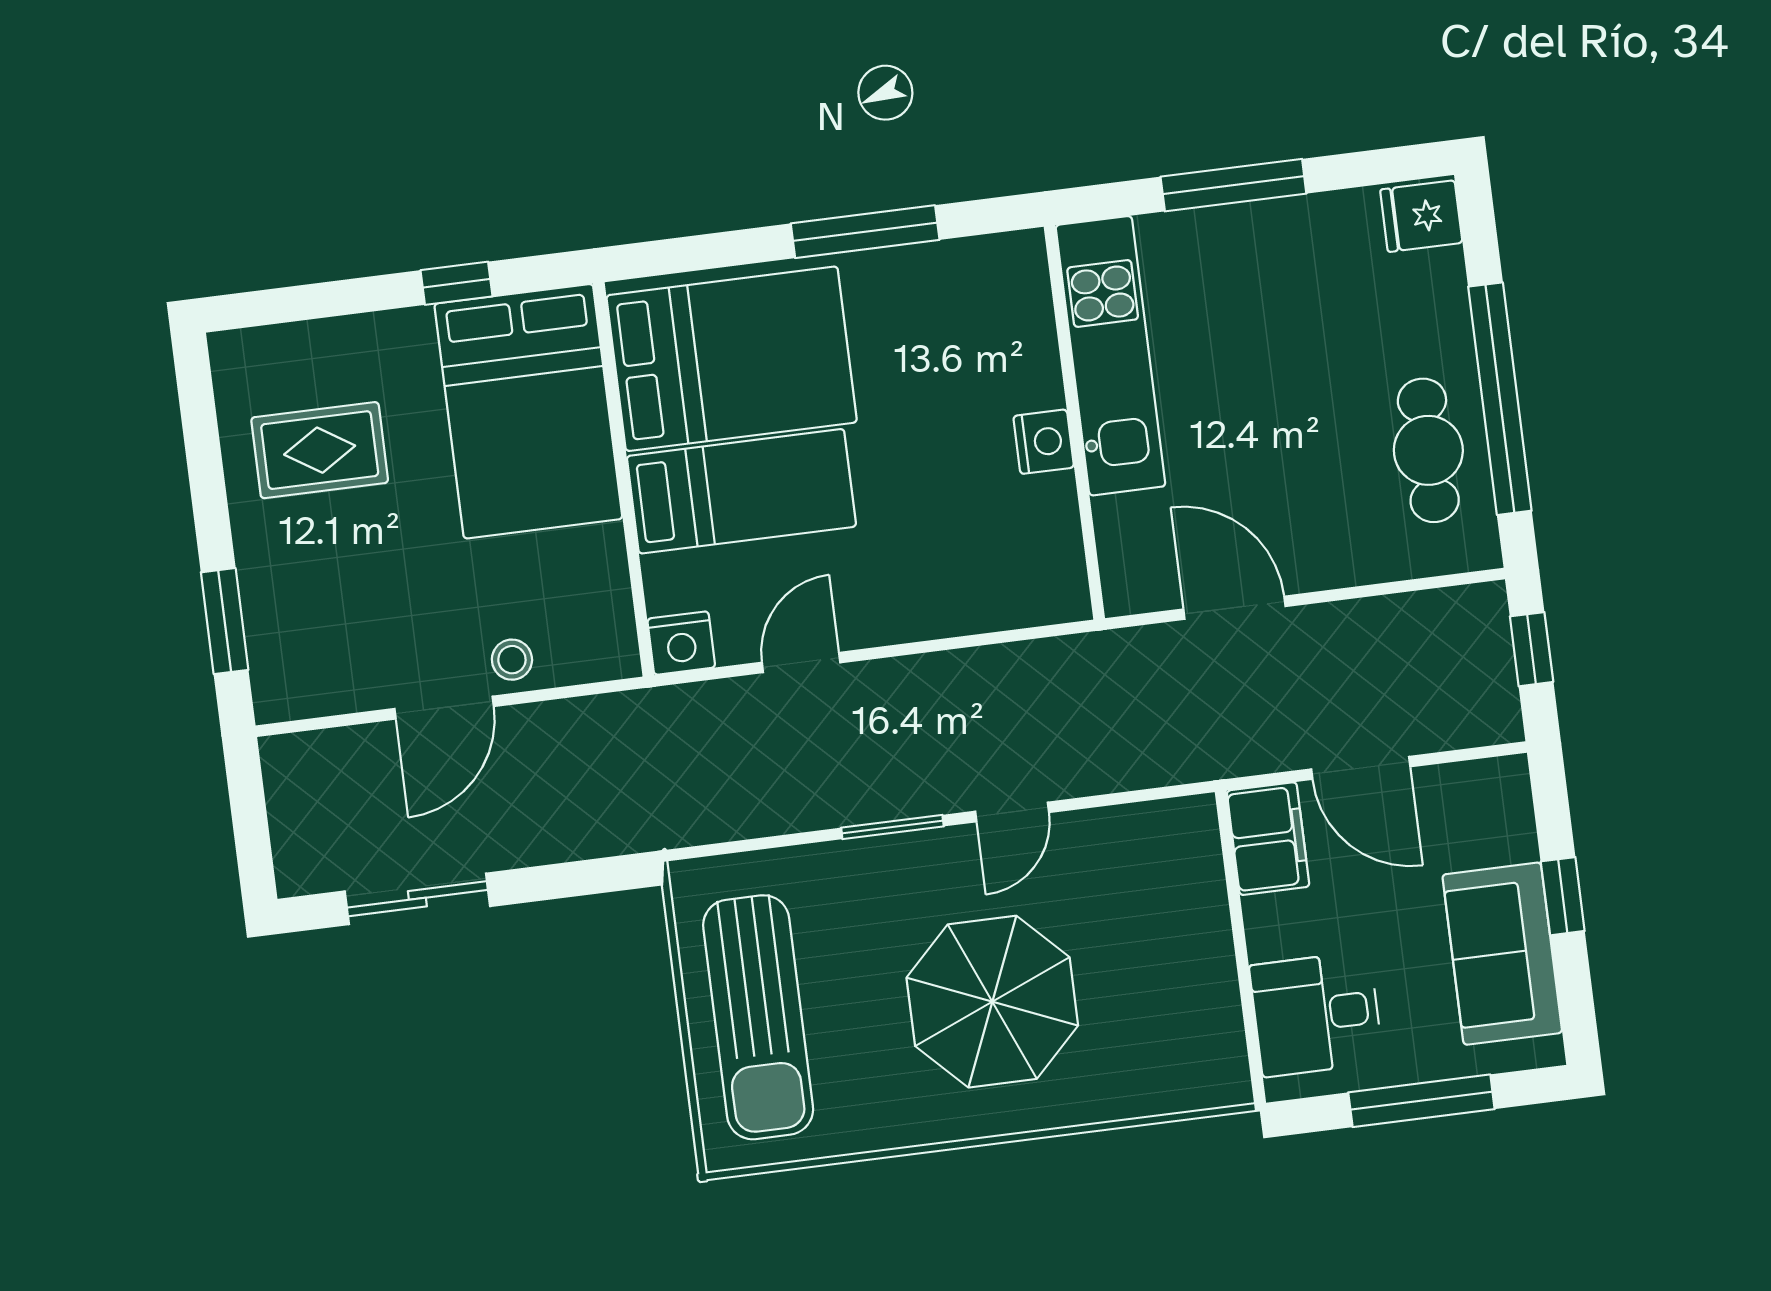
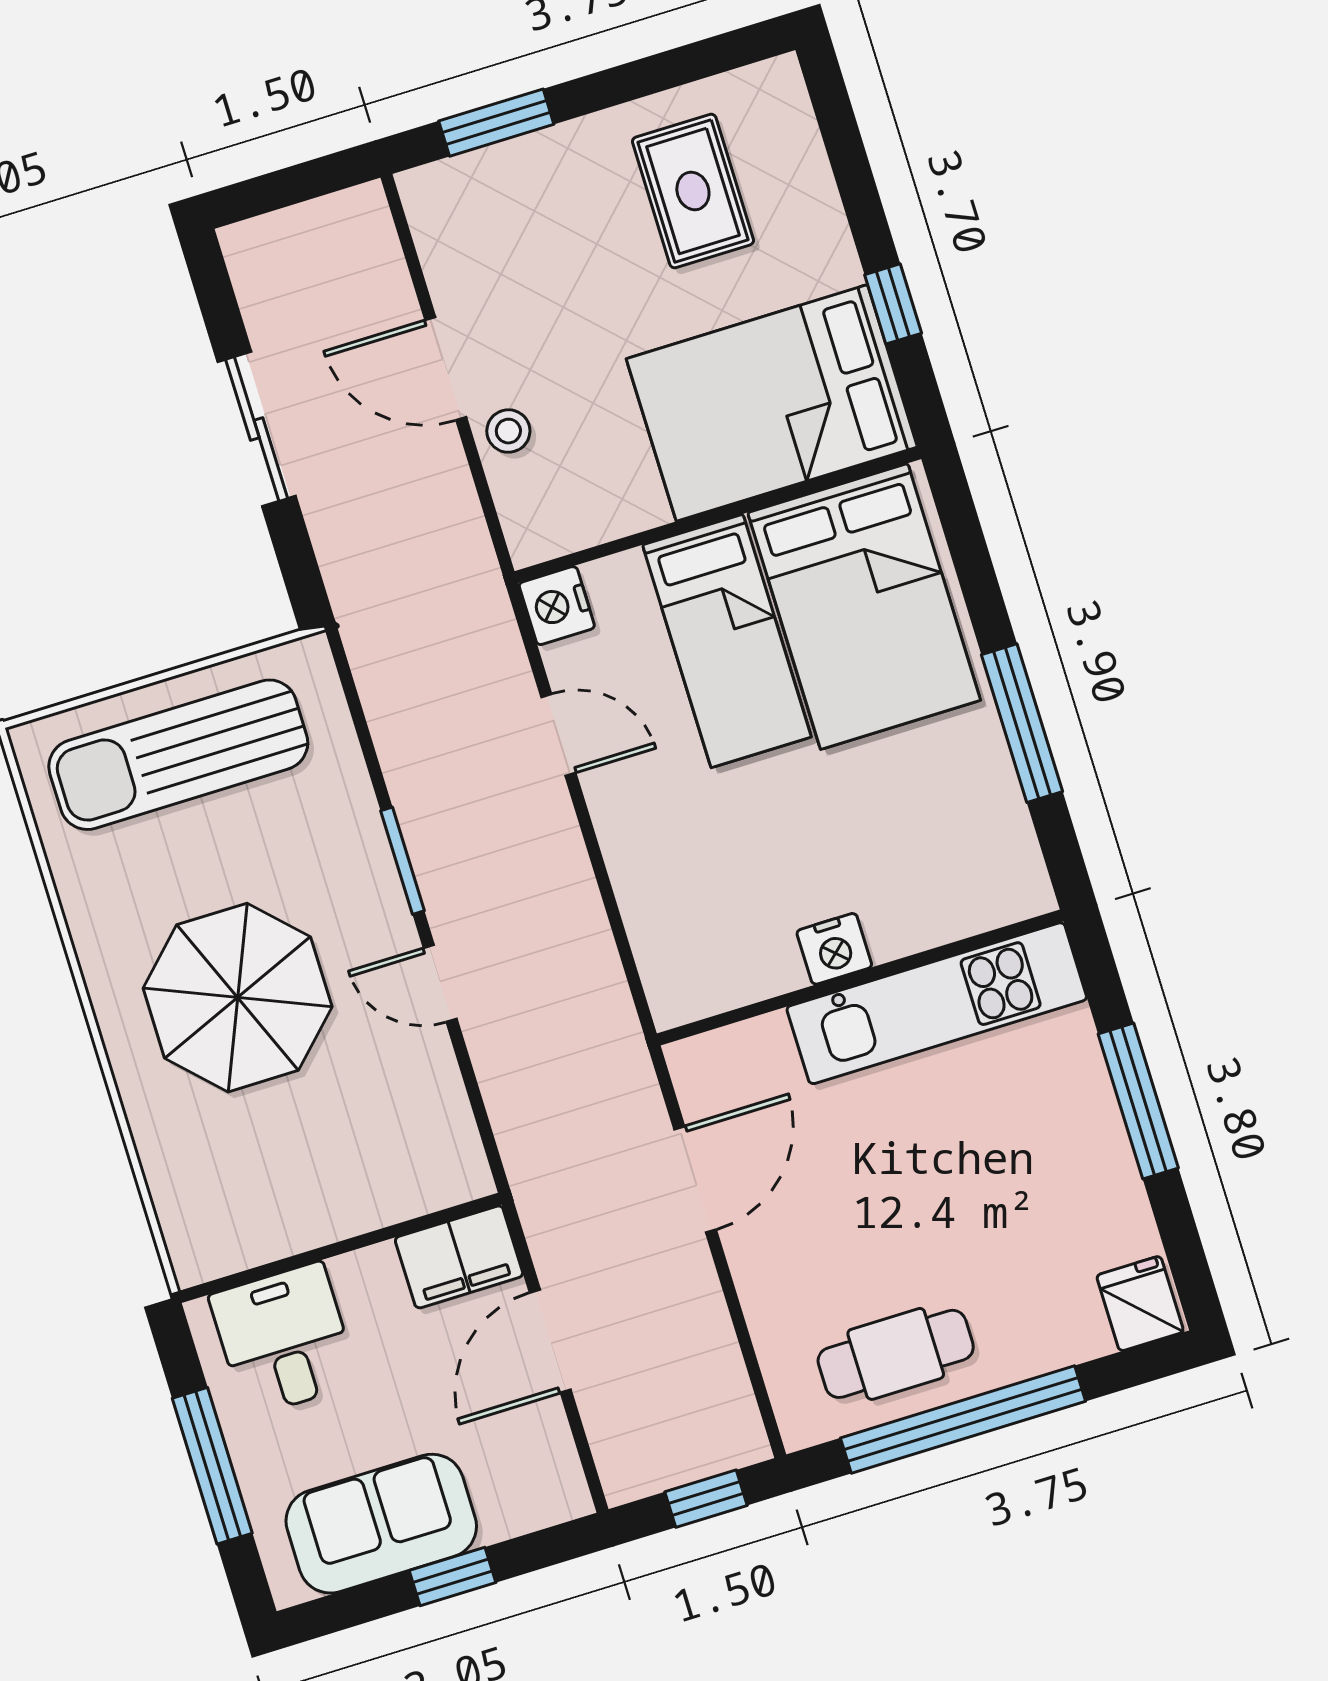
sliding door: (417, 899) -> (257, 429), moved

